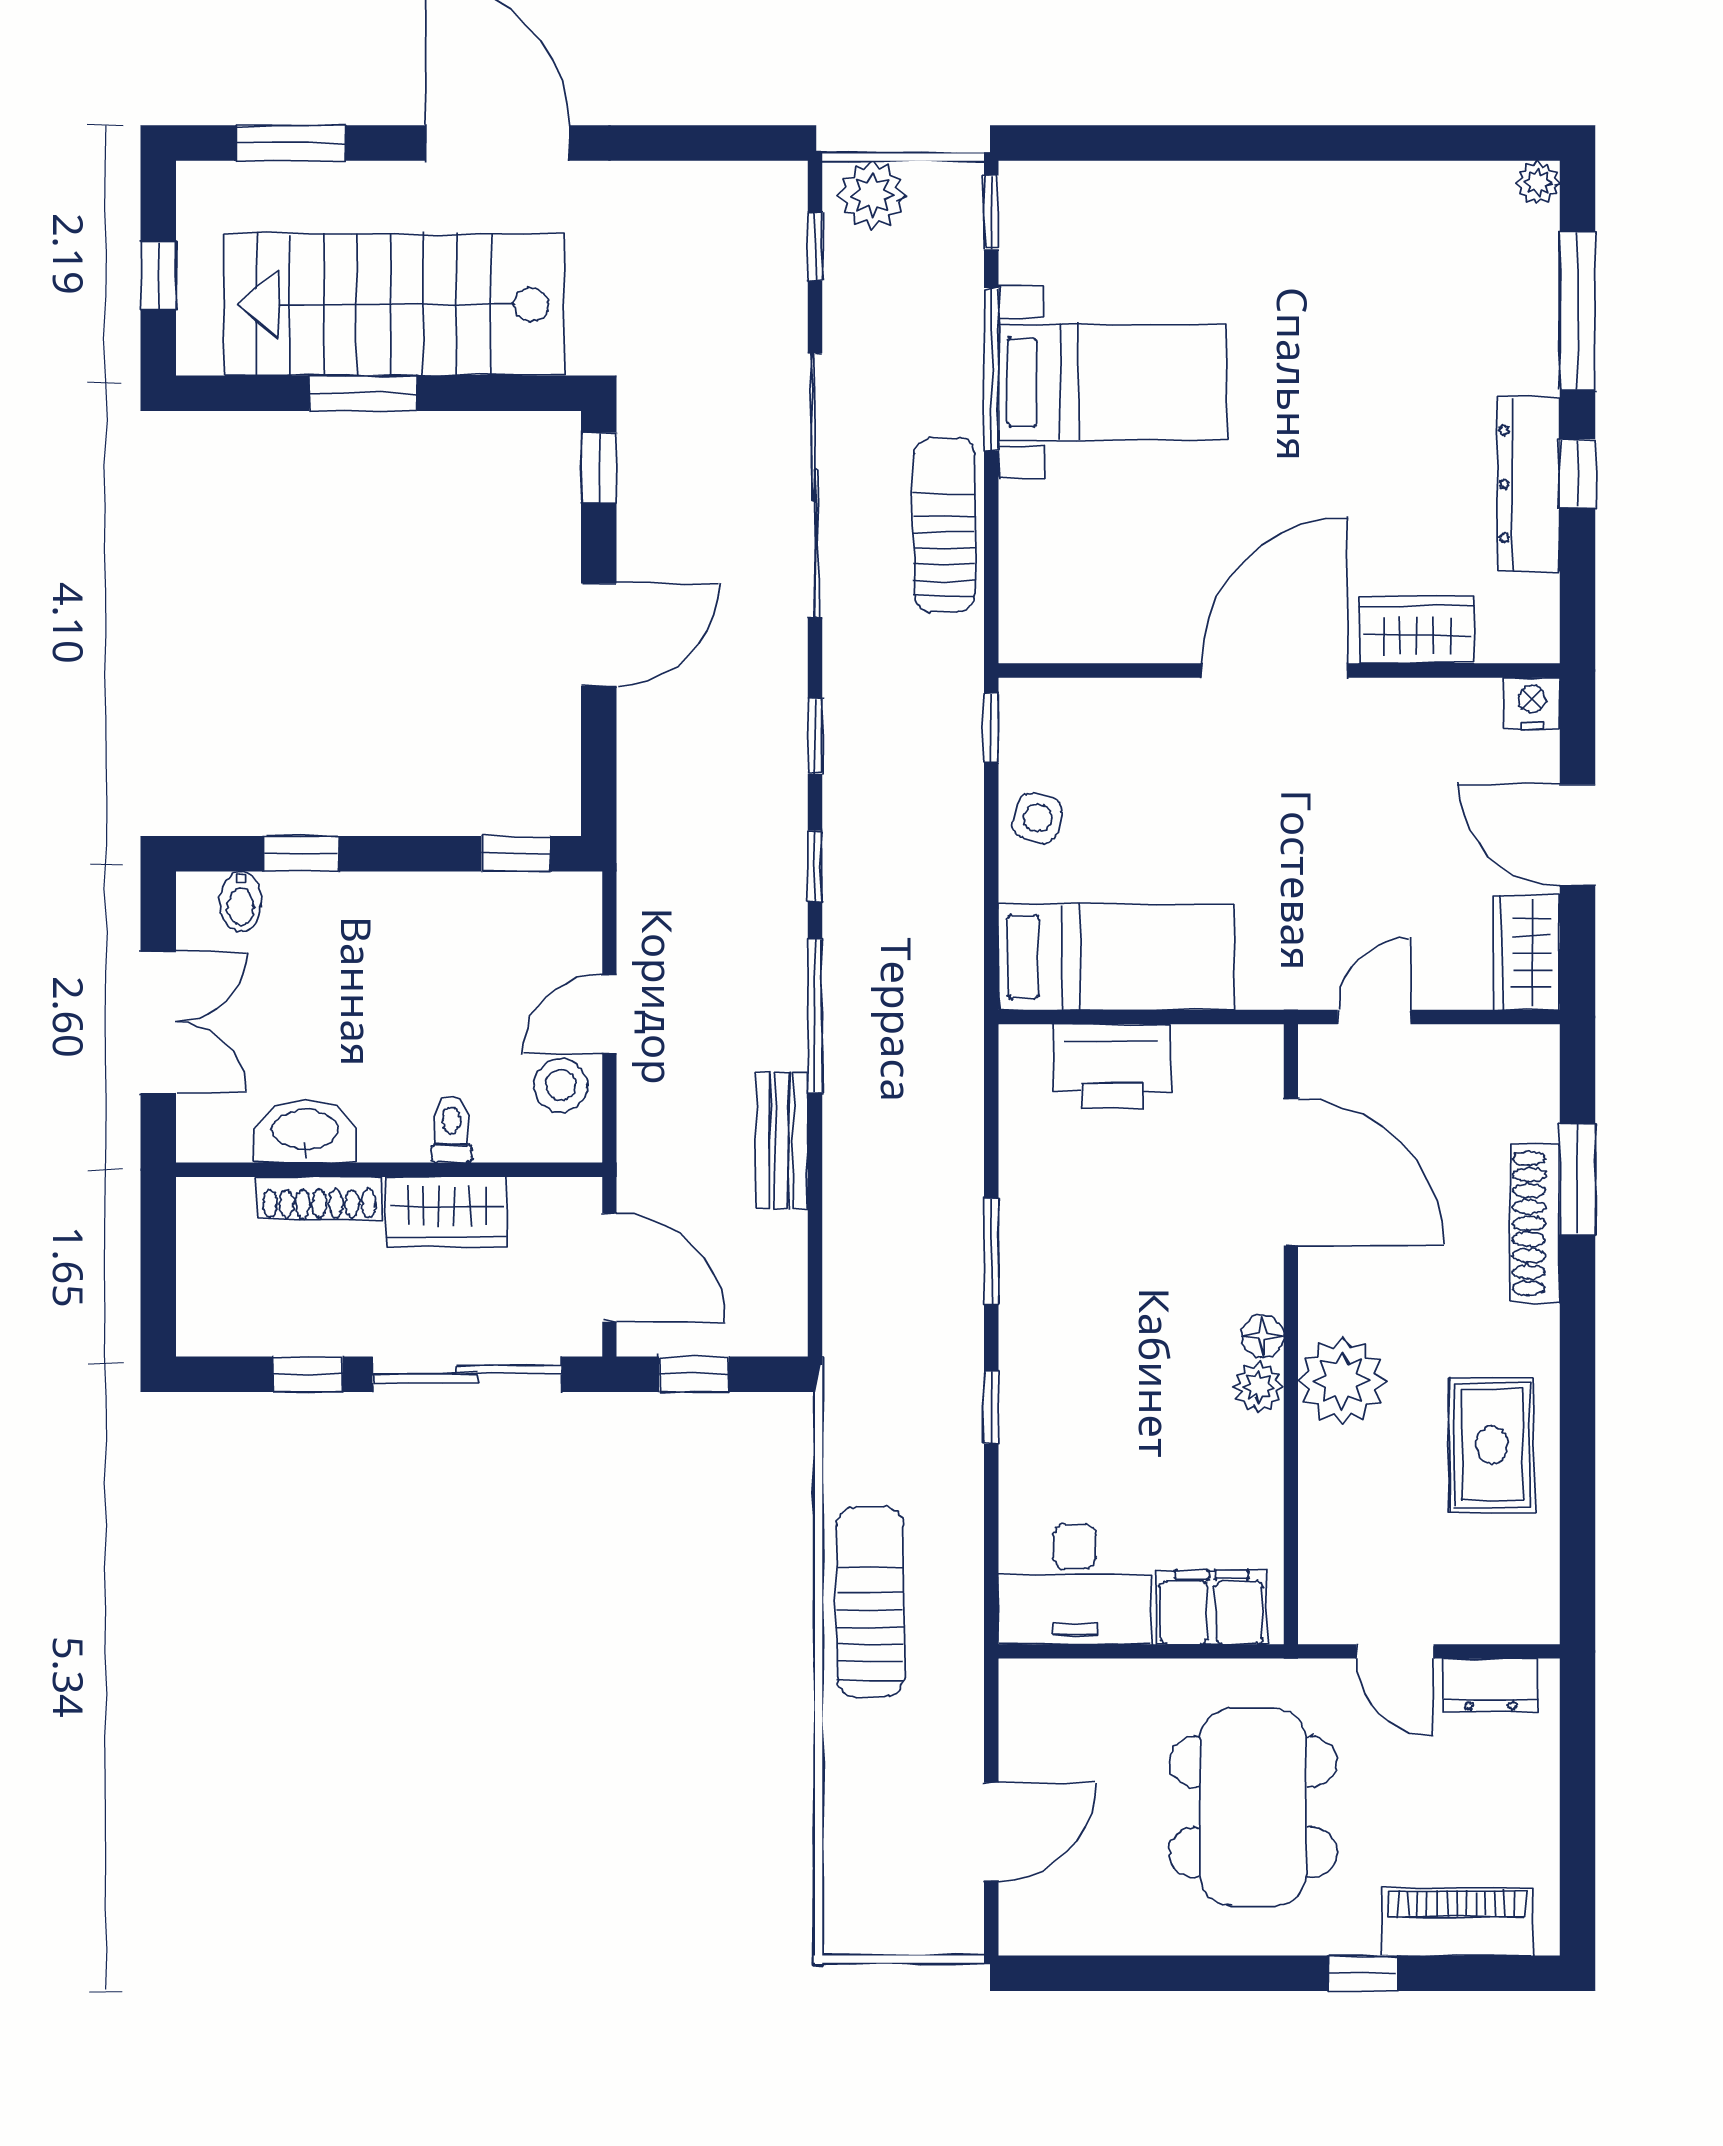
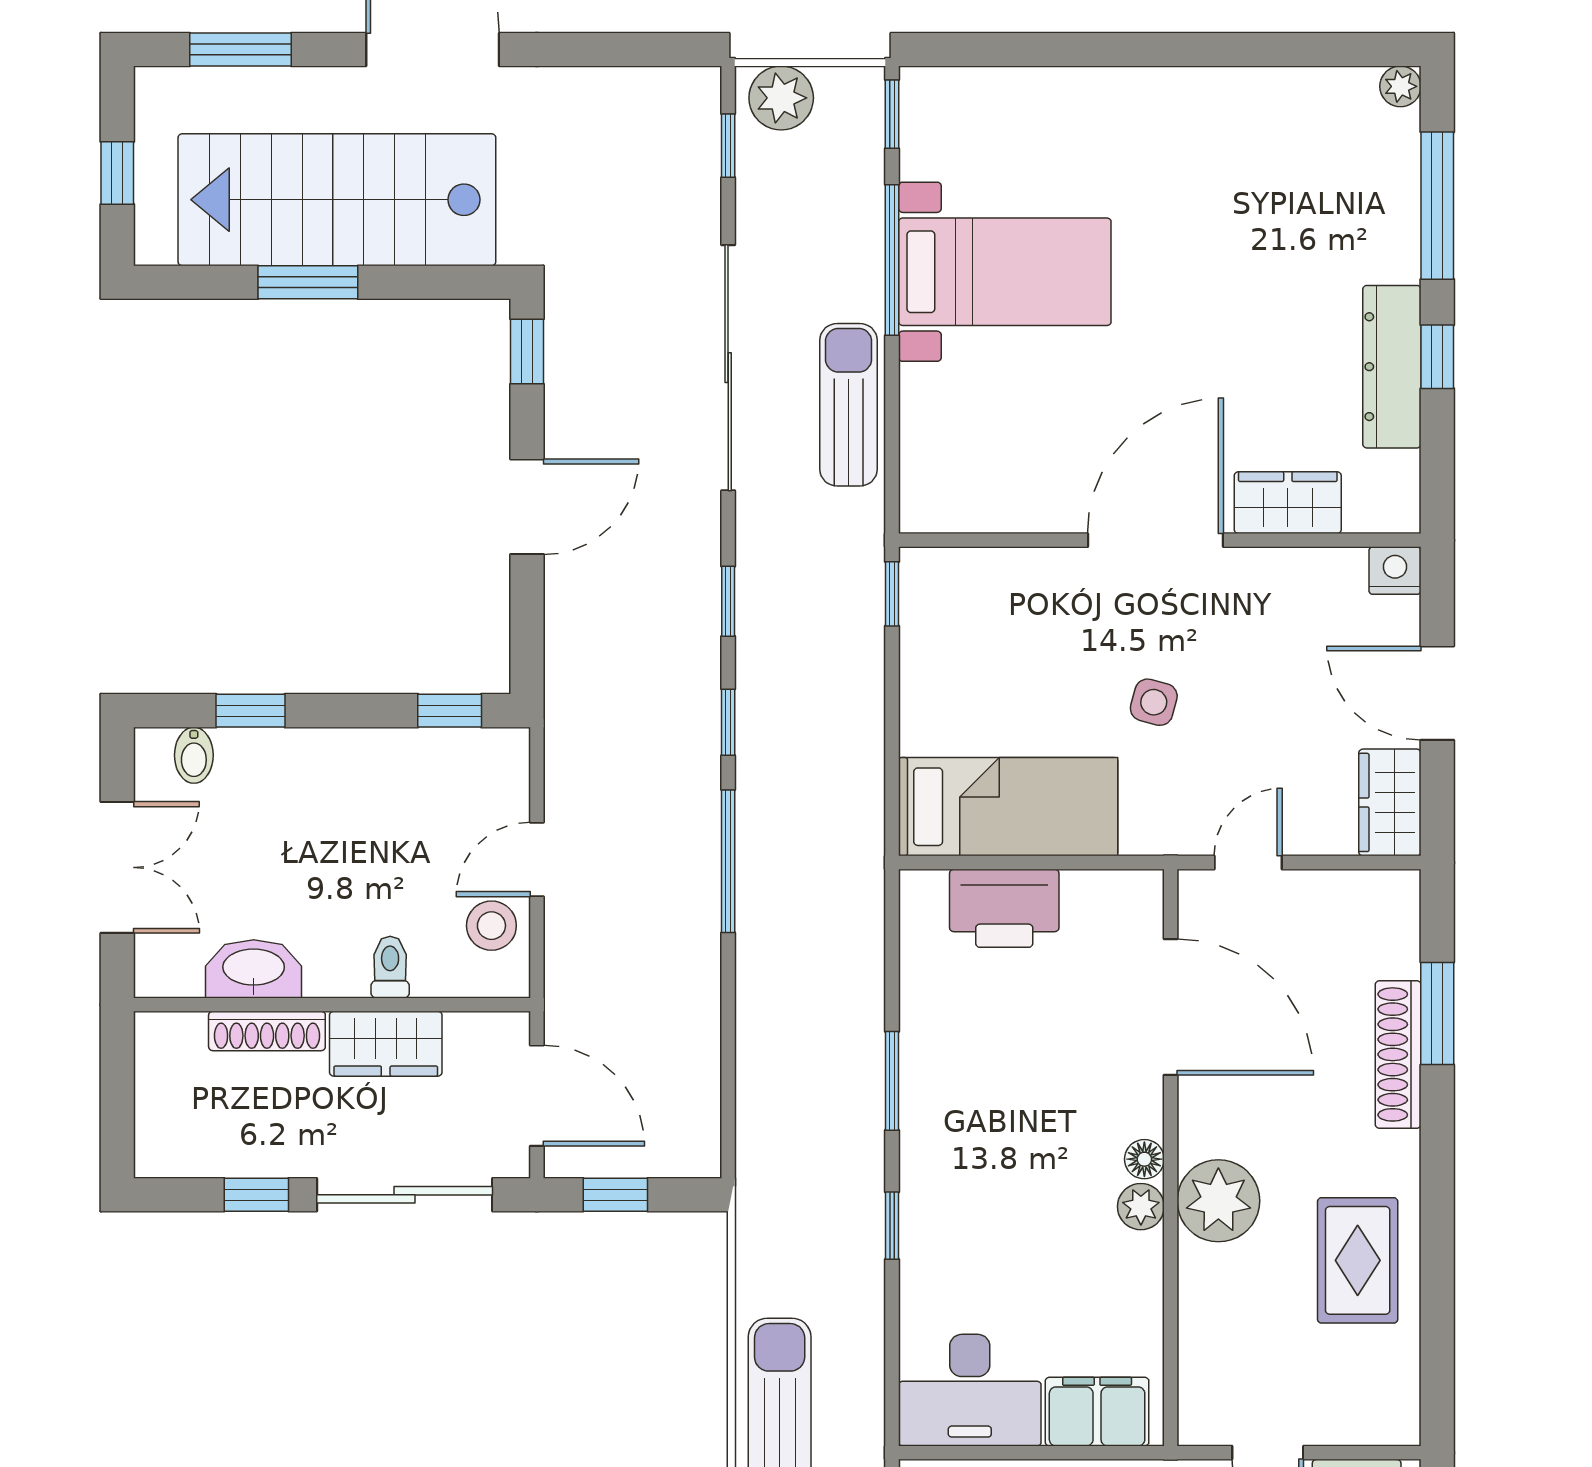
side table: (1038, 818) -> (1154, 702), moved
bench: (782, 1140) -> (697, 977), removed

